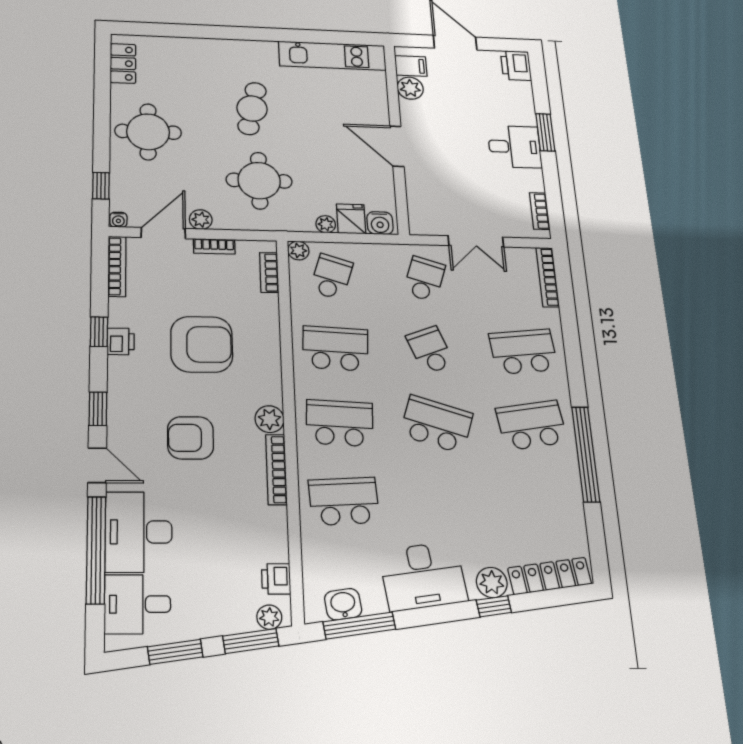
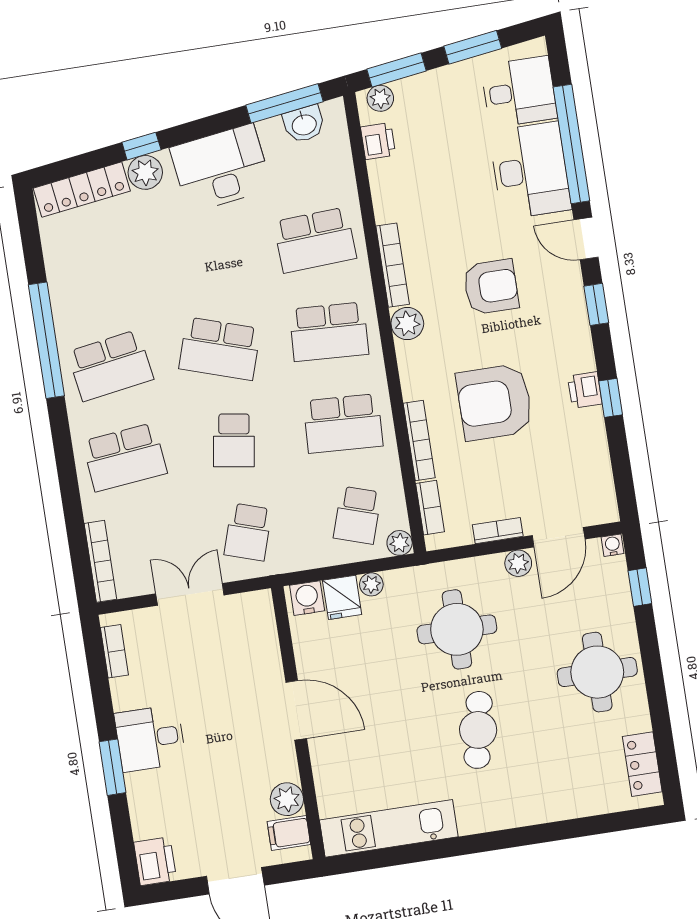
bookcase: (117, 266) -> (419, 441), moved, turned 180
school desk: (430, 350) -> (234, 440), turned 30

